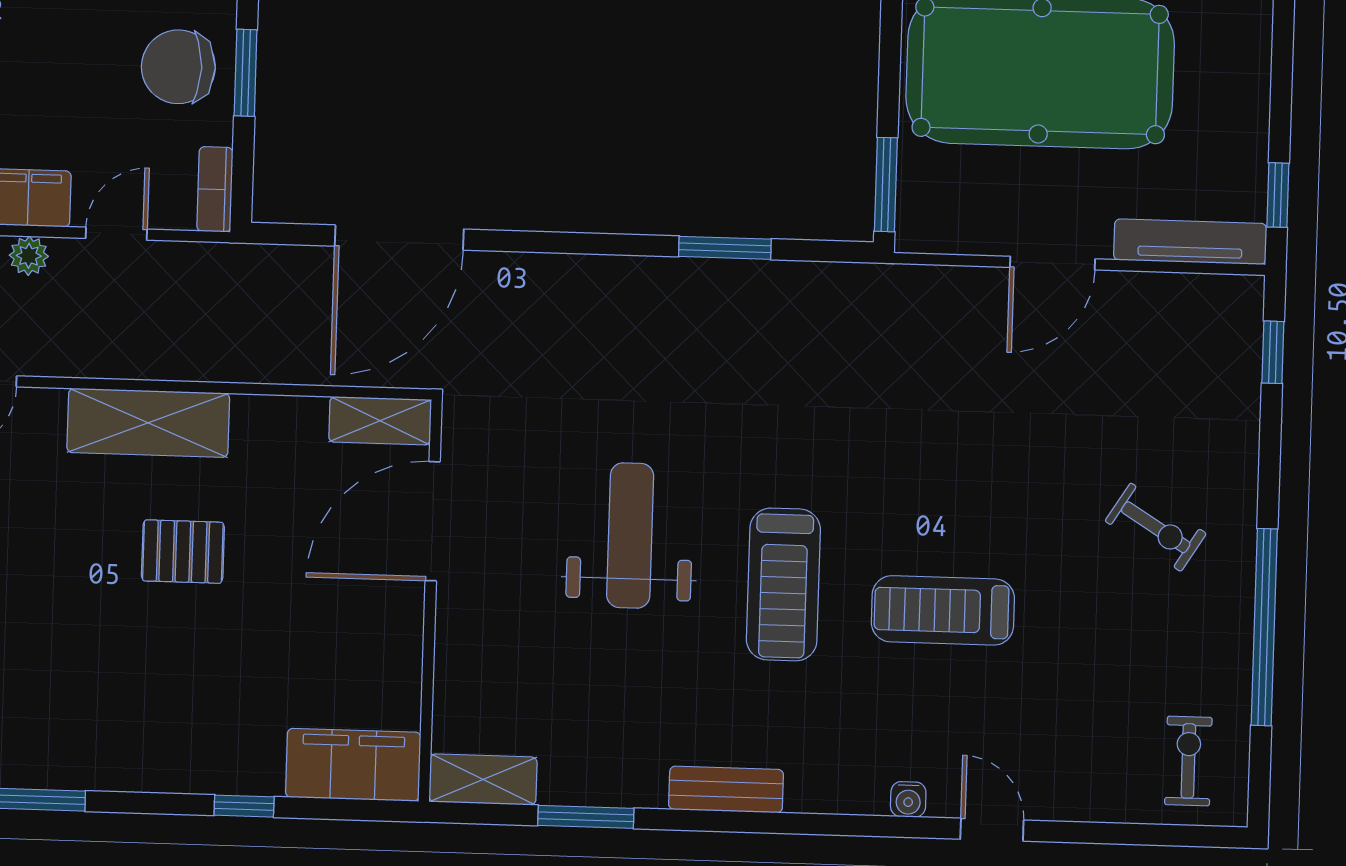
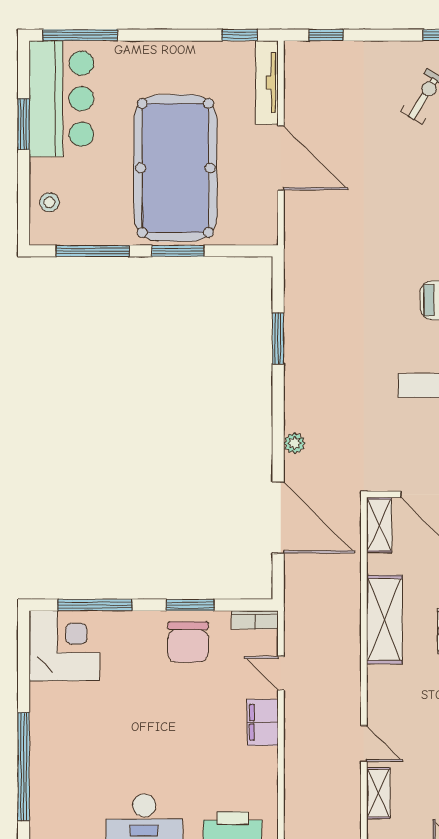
window: (886, 185) -> (178, 251), moved
plant: (29, 256) -> (295, 443), moved
door: (1052, 263) -> (281, 158), width x1.36
shelving: (148, 423) -> (384, 620), moved

